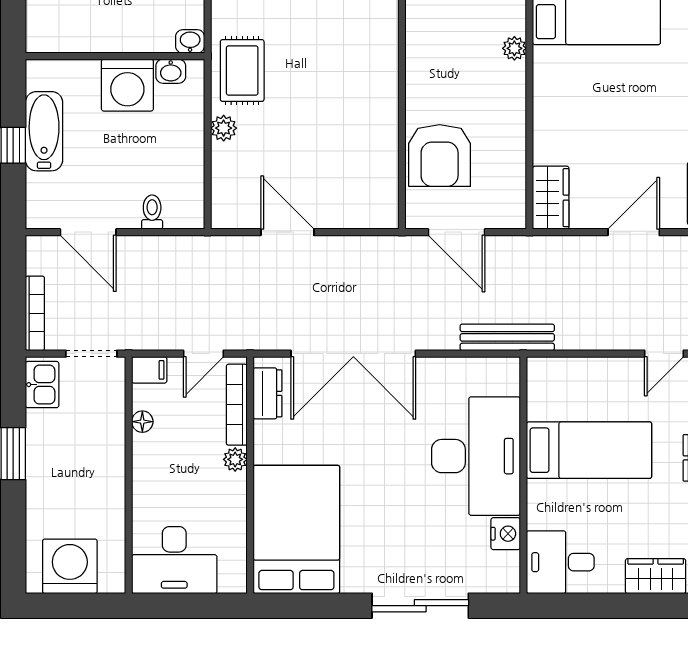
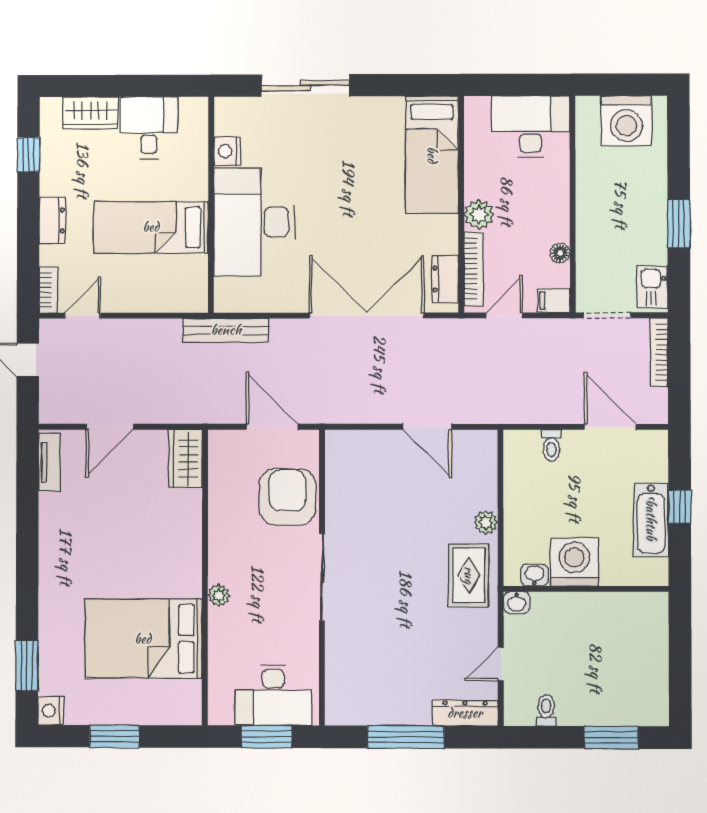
sliding door: (402, 69) -> (322, 577), added
plant: (235, 459) -> (479, 214), width x1.38, depth x1.38
bed: (296, 529) -> (432, 155), width x0.67
desk: (560, 562) -> (149, 128), moved, turned -90

